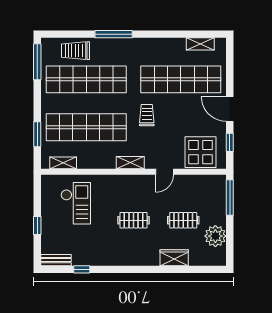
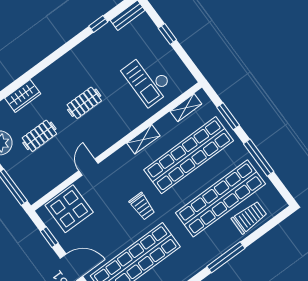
window: (37, 62) -> (259, 158), moved
shelving: (130, 163) -> (143, 139), moved

